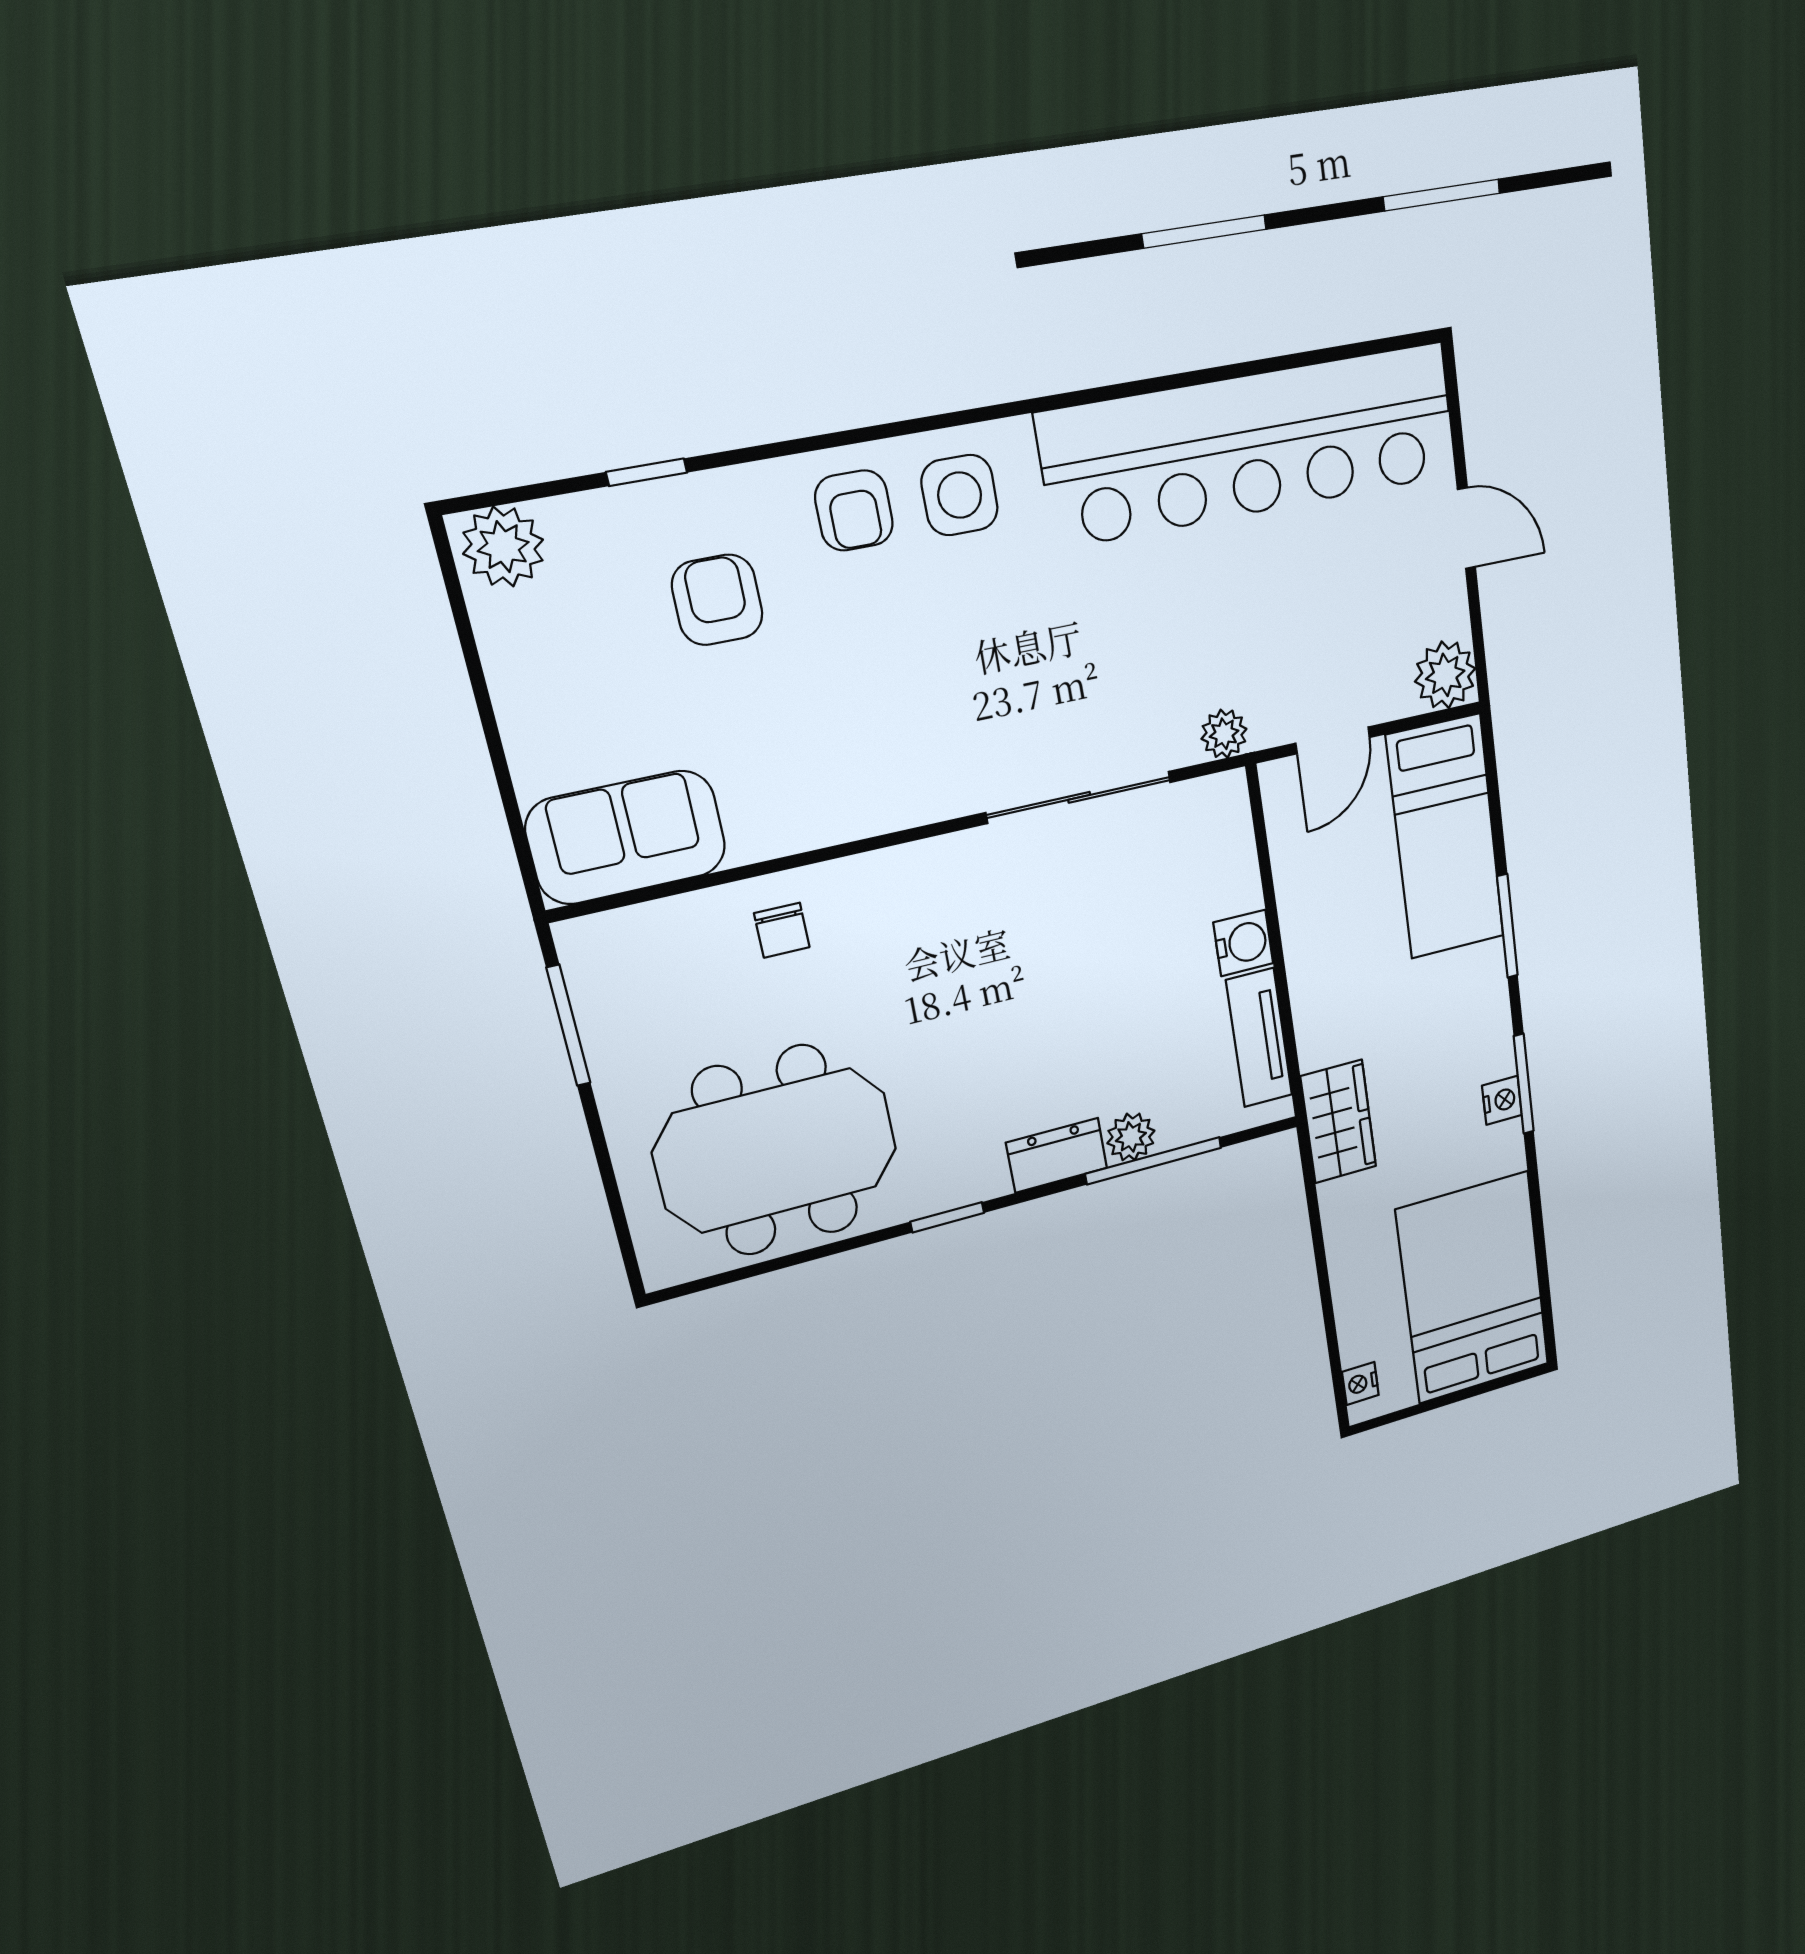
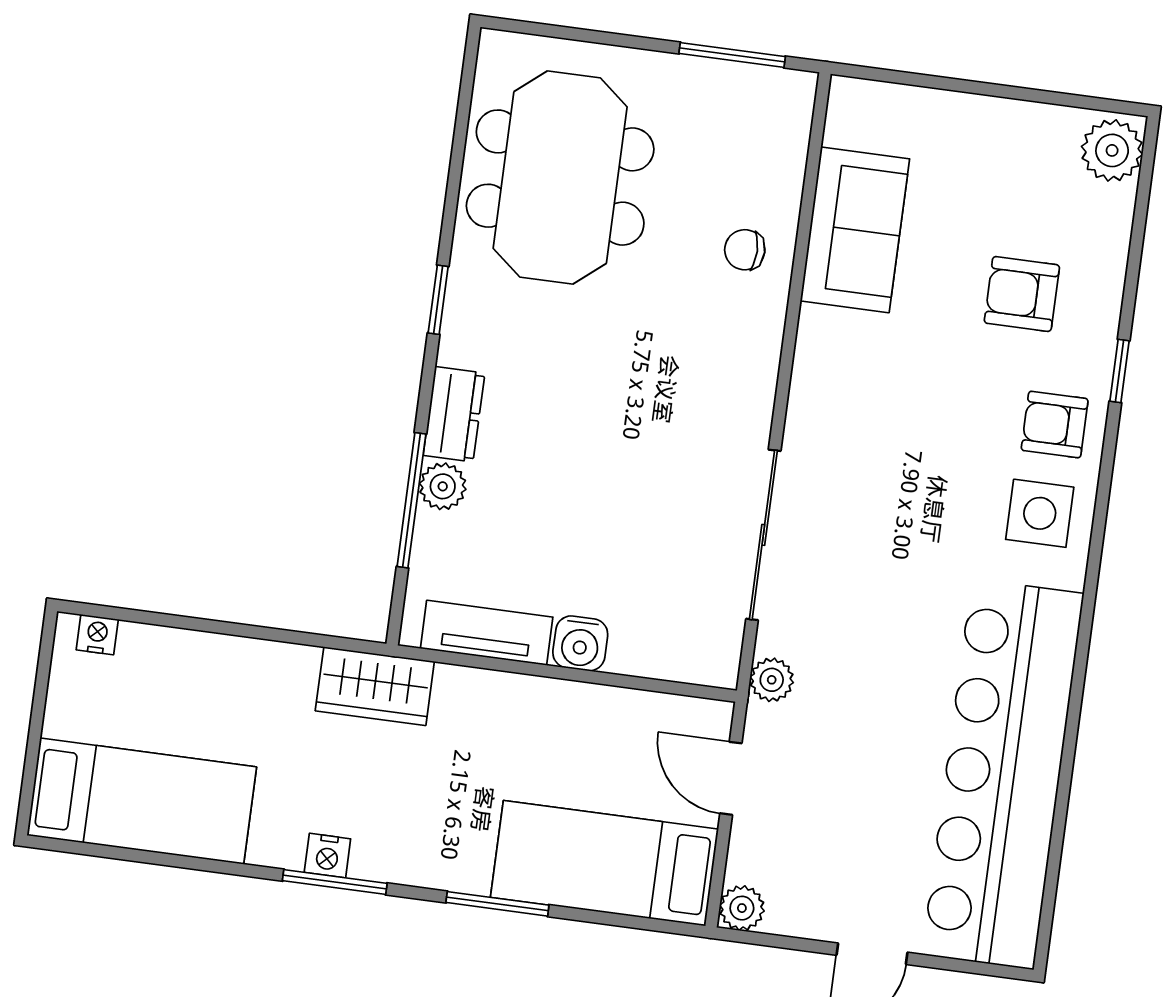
window: (647, 472) -> (1119, 371), moved
armchair: (717, 600) -> (1022, 294), turned 180
plant: (1445, 675) -> (742, 908), width x0.73, depth x0.73
sofa: (626, 837) -> (855, 230), moved
bed: (1473, 1288) -> (142, 801), width x0.67

